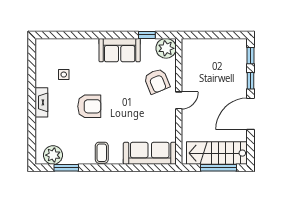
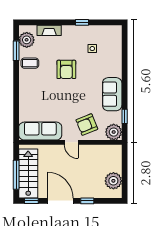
plant: (226, 49) -> (113, 181), added
window: (251, 56) -> (31, 201), moved
window: (32, 87) -> (82, 22), added
fireplace: (41, 102) -> (49, 30), moved
coffee table: (102, 153) -> (30, 63), moved
sofa: (150, 153) -> (40, 131), moved, turned -90

